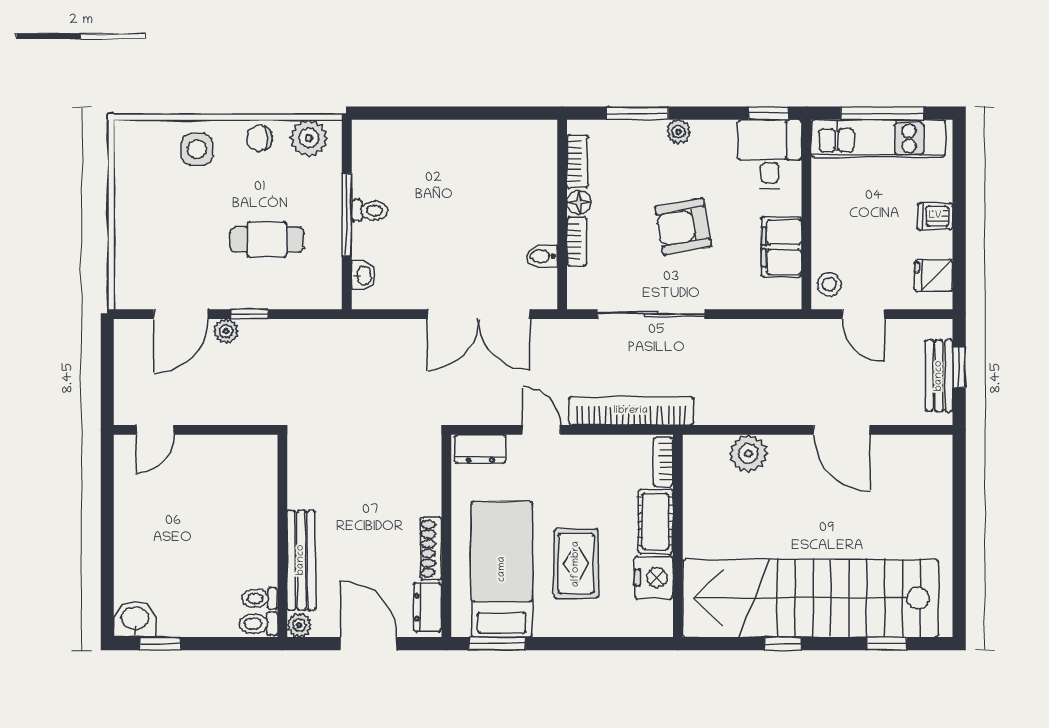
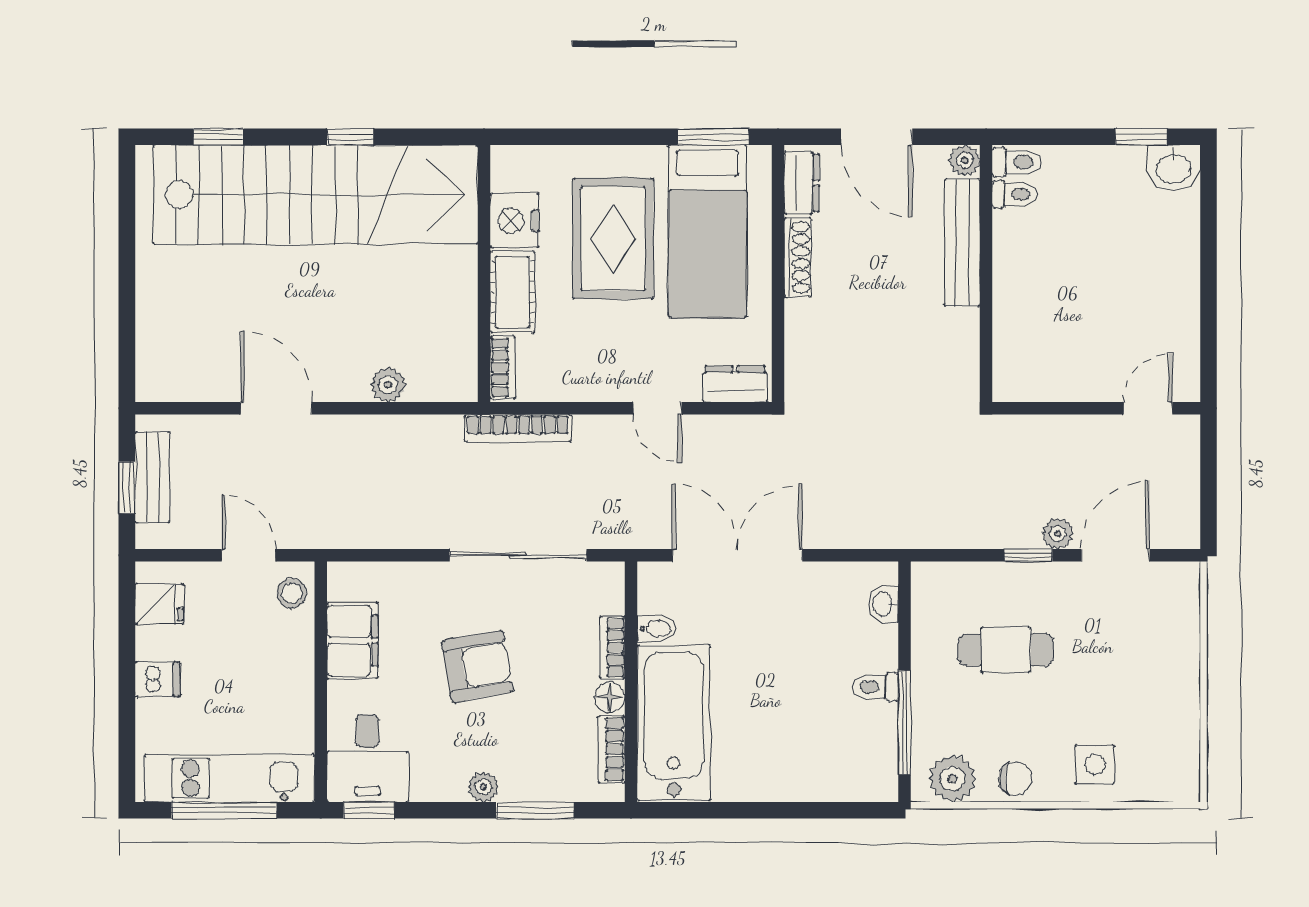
bathtub: (528, 182) -> (674, 723), added
window: (347, 215) -> (904, 723), moved
bookcase: (631, 411) -> (518, 428), width x0.68, depth x0.76
plant: (748, 453) -> (388, 385), width x0.73, depth x0.73
rug: (576, 564) -> (613, 238), width x1.36, depth x1.43

